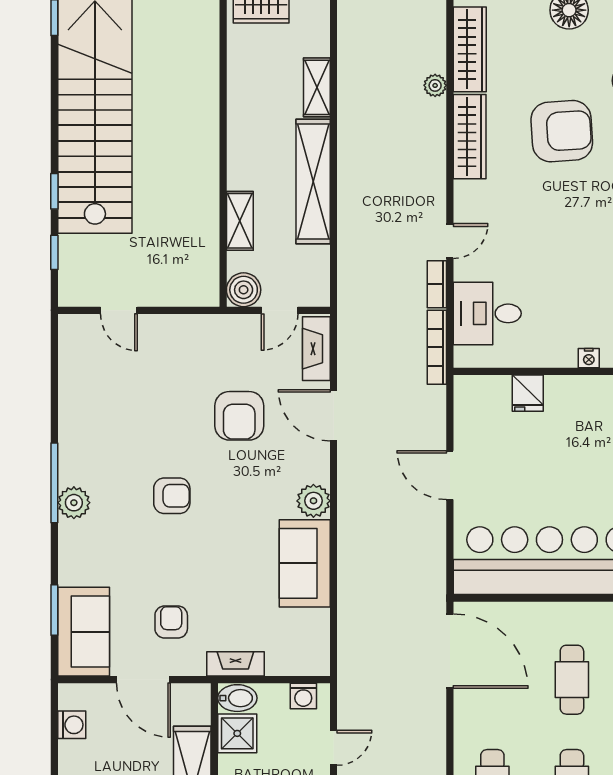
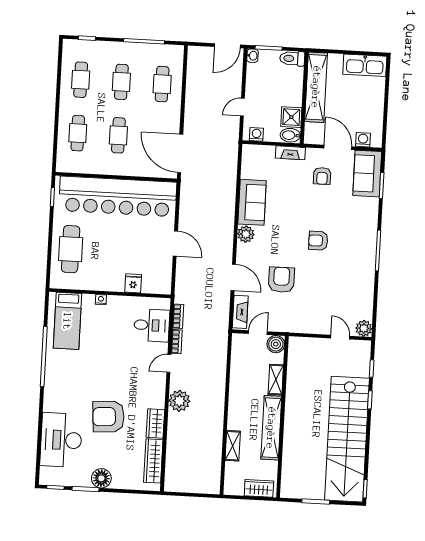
plant: (435, 85) -> (179, 401), moved, width x1.88, depth x1.88
wardrobe: (470, 137) -> (155, 424), width x0.67
shelving: (313, 181) -> (271, 428), moved
bookcase: (437, 347) -> (178, 316), width x0.64
plant: (74, 503) -> (364, 328), moved
washing machine: (72, 725) -> (363, 140), moved, turned 90

